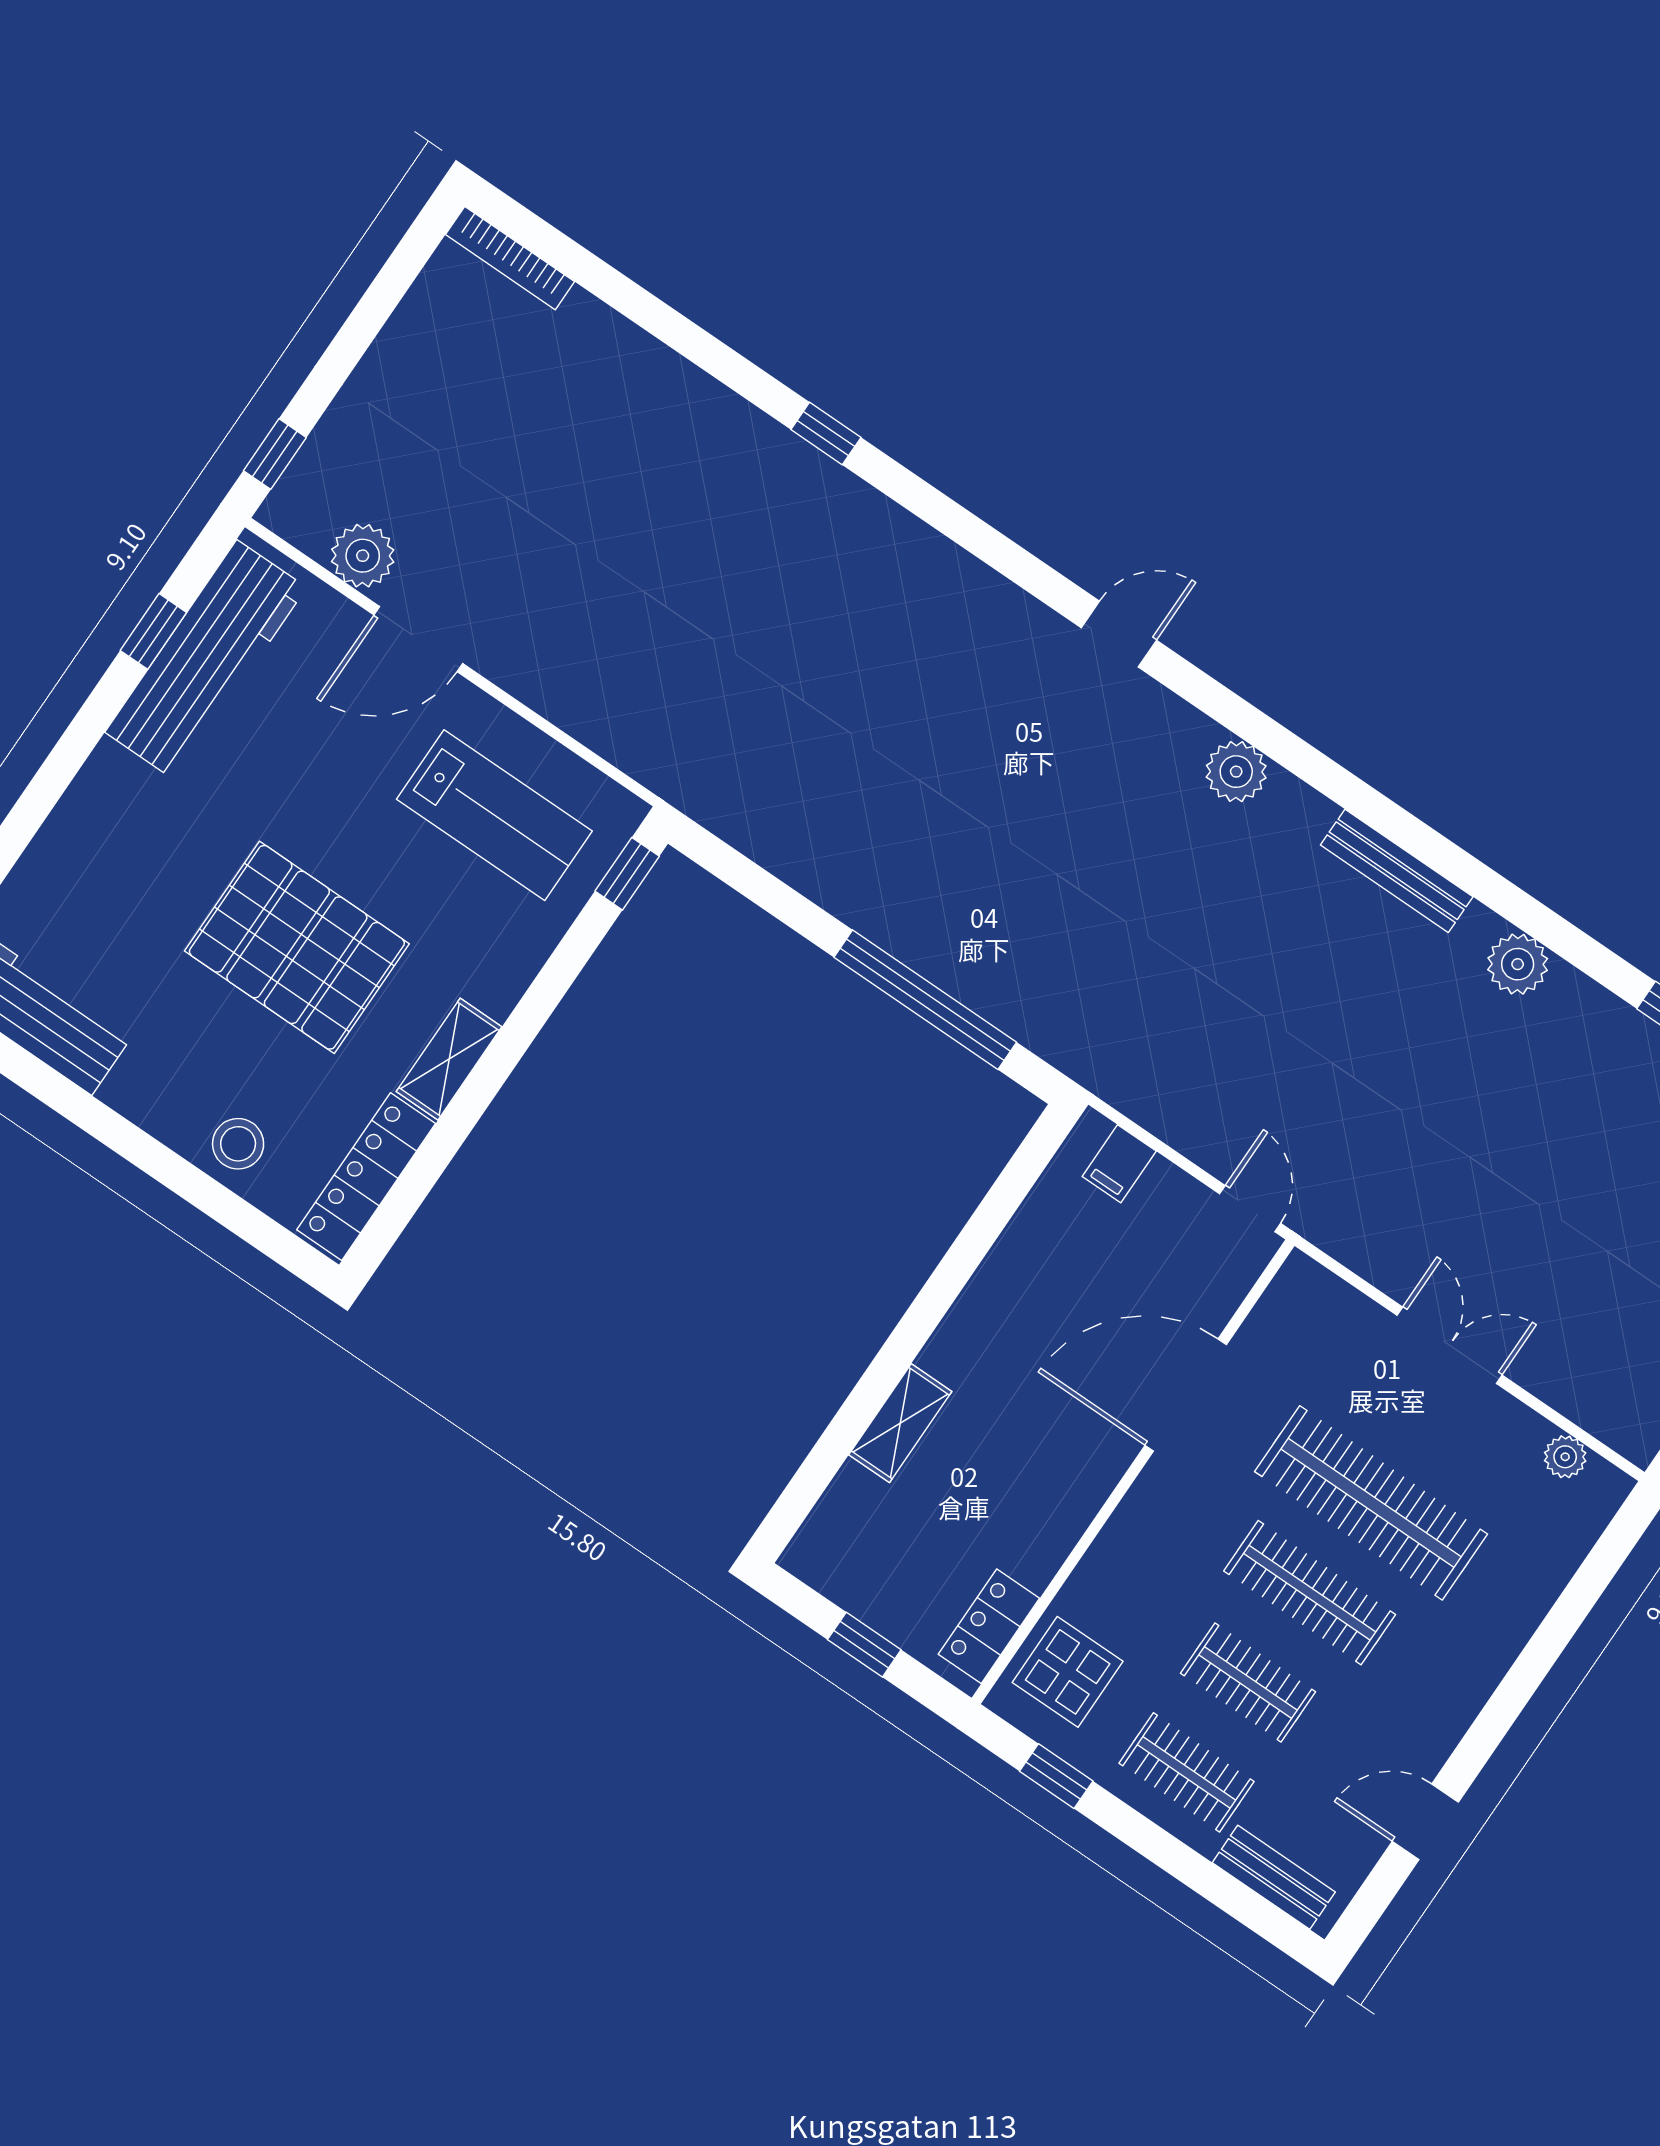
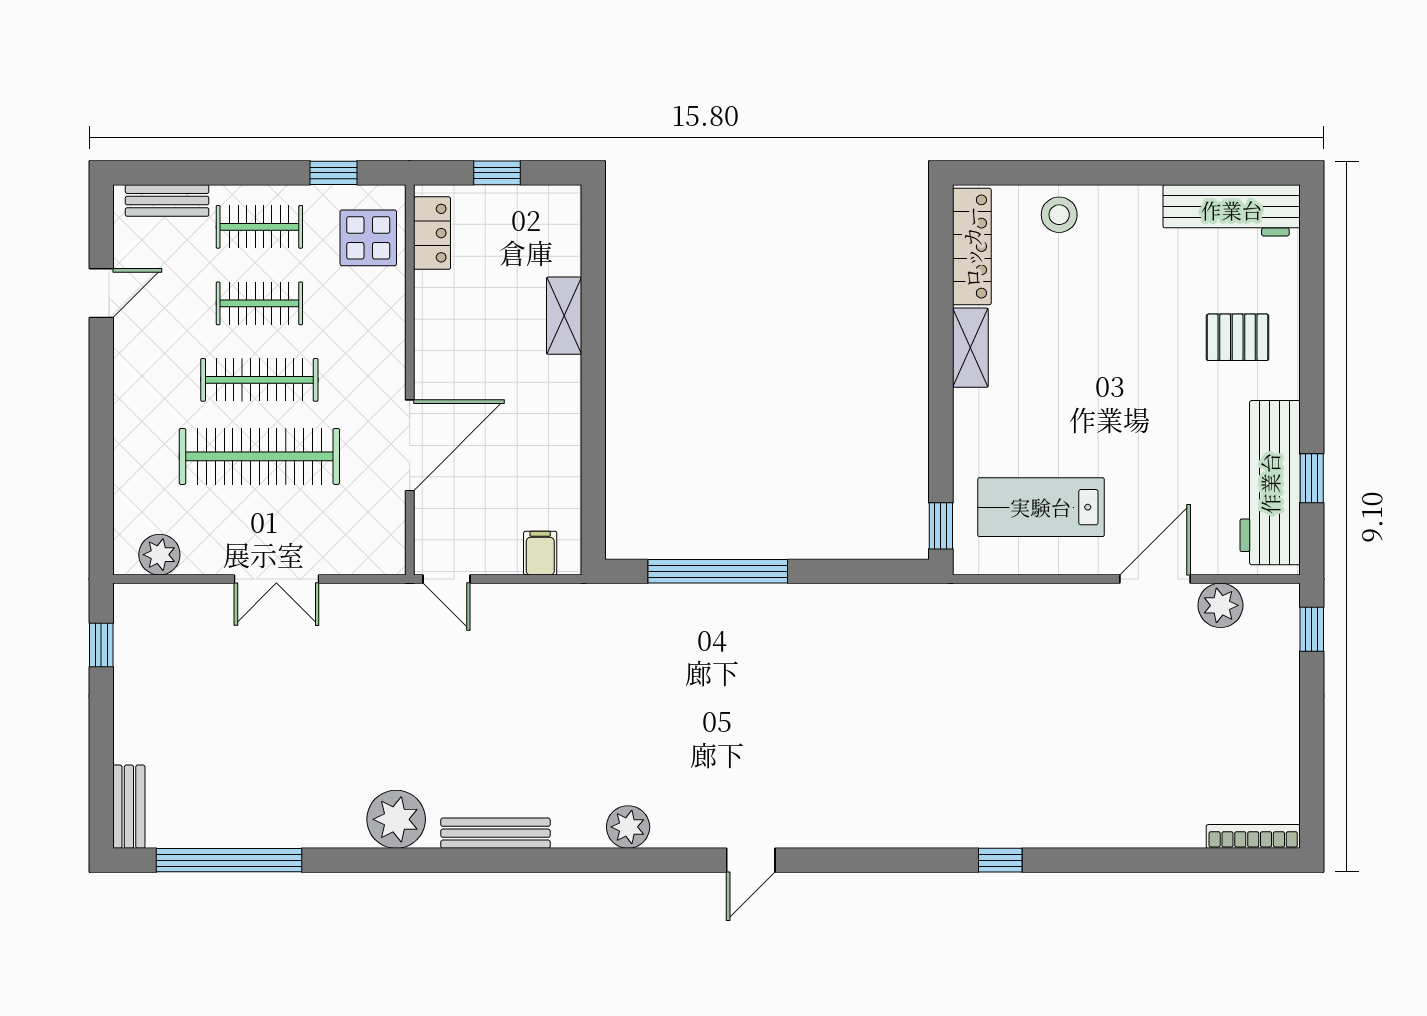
pallet: (297, 947) -> (1238, 337), moved, width x0.49, depth x0.50
plant: (1518, 964) -> (396, 819), width x1.36, depth x1.36
plant: (1565, 1457) -> (159, 555), width x1.38, depth x1.38

